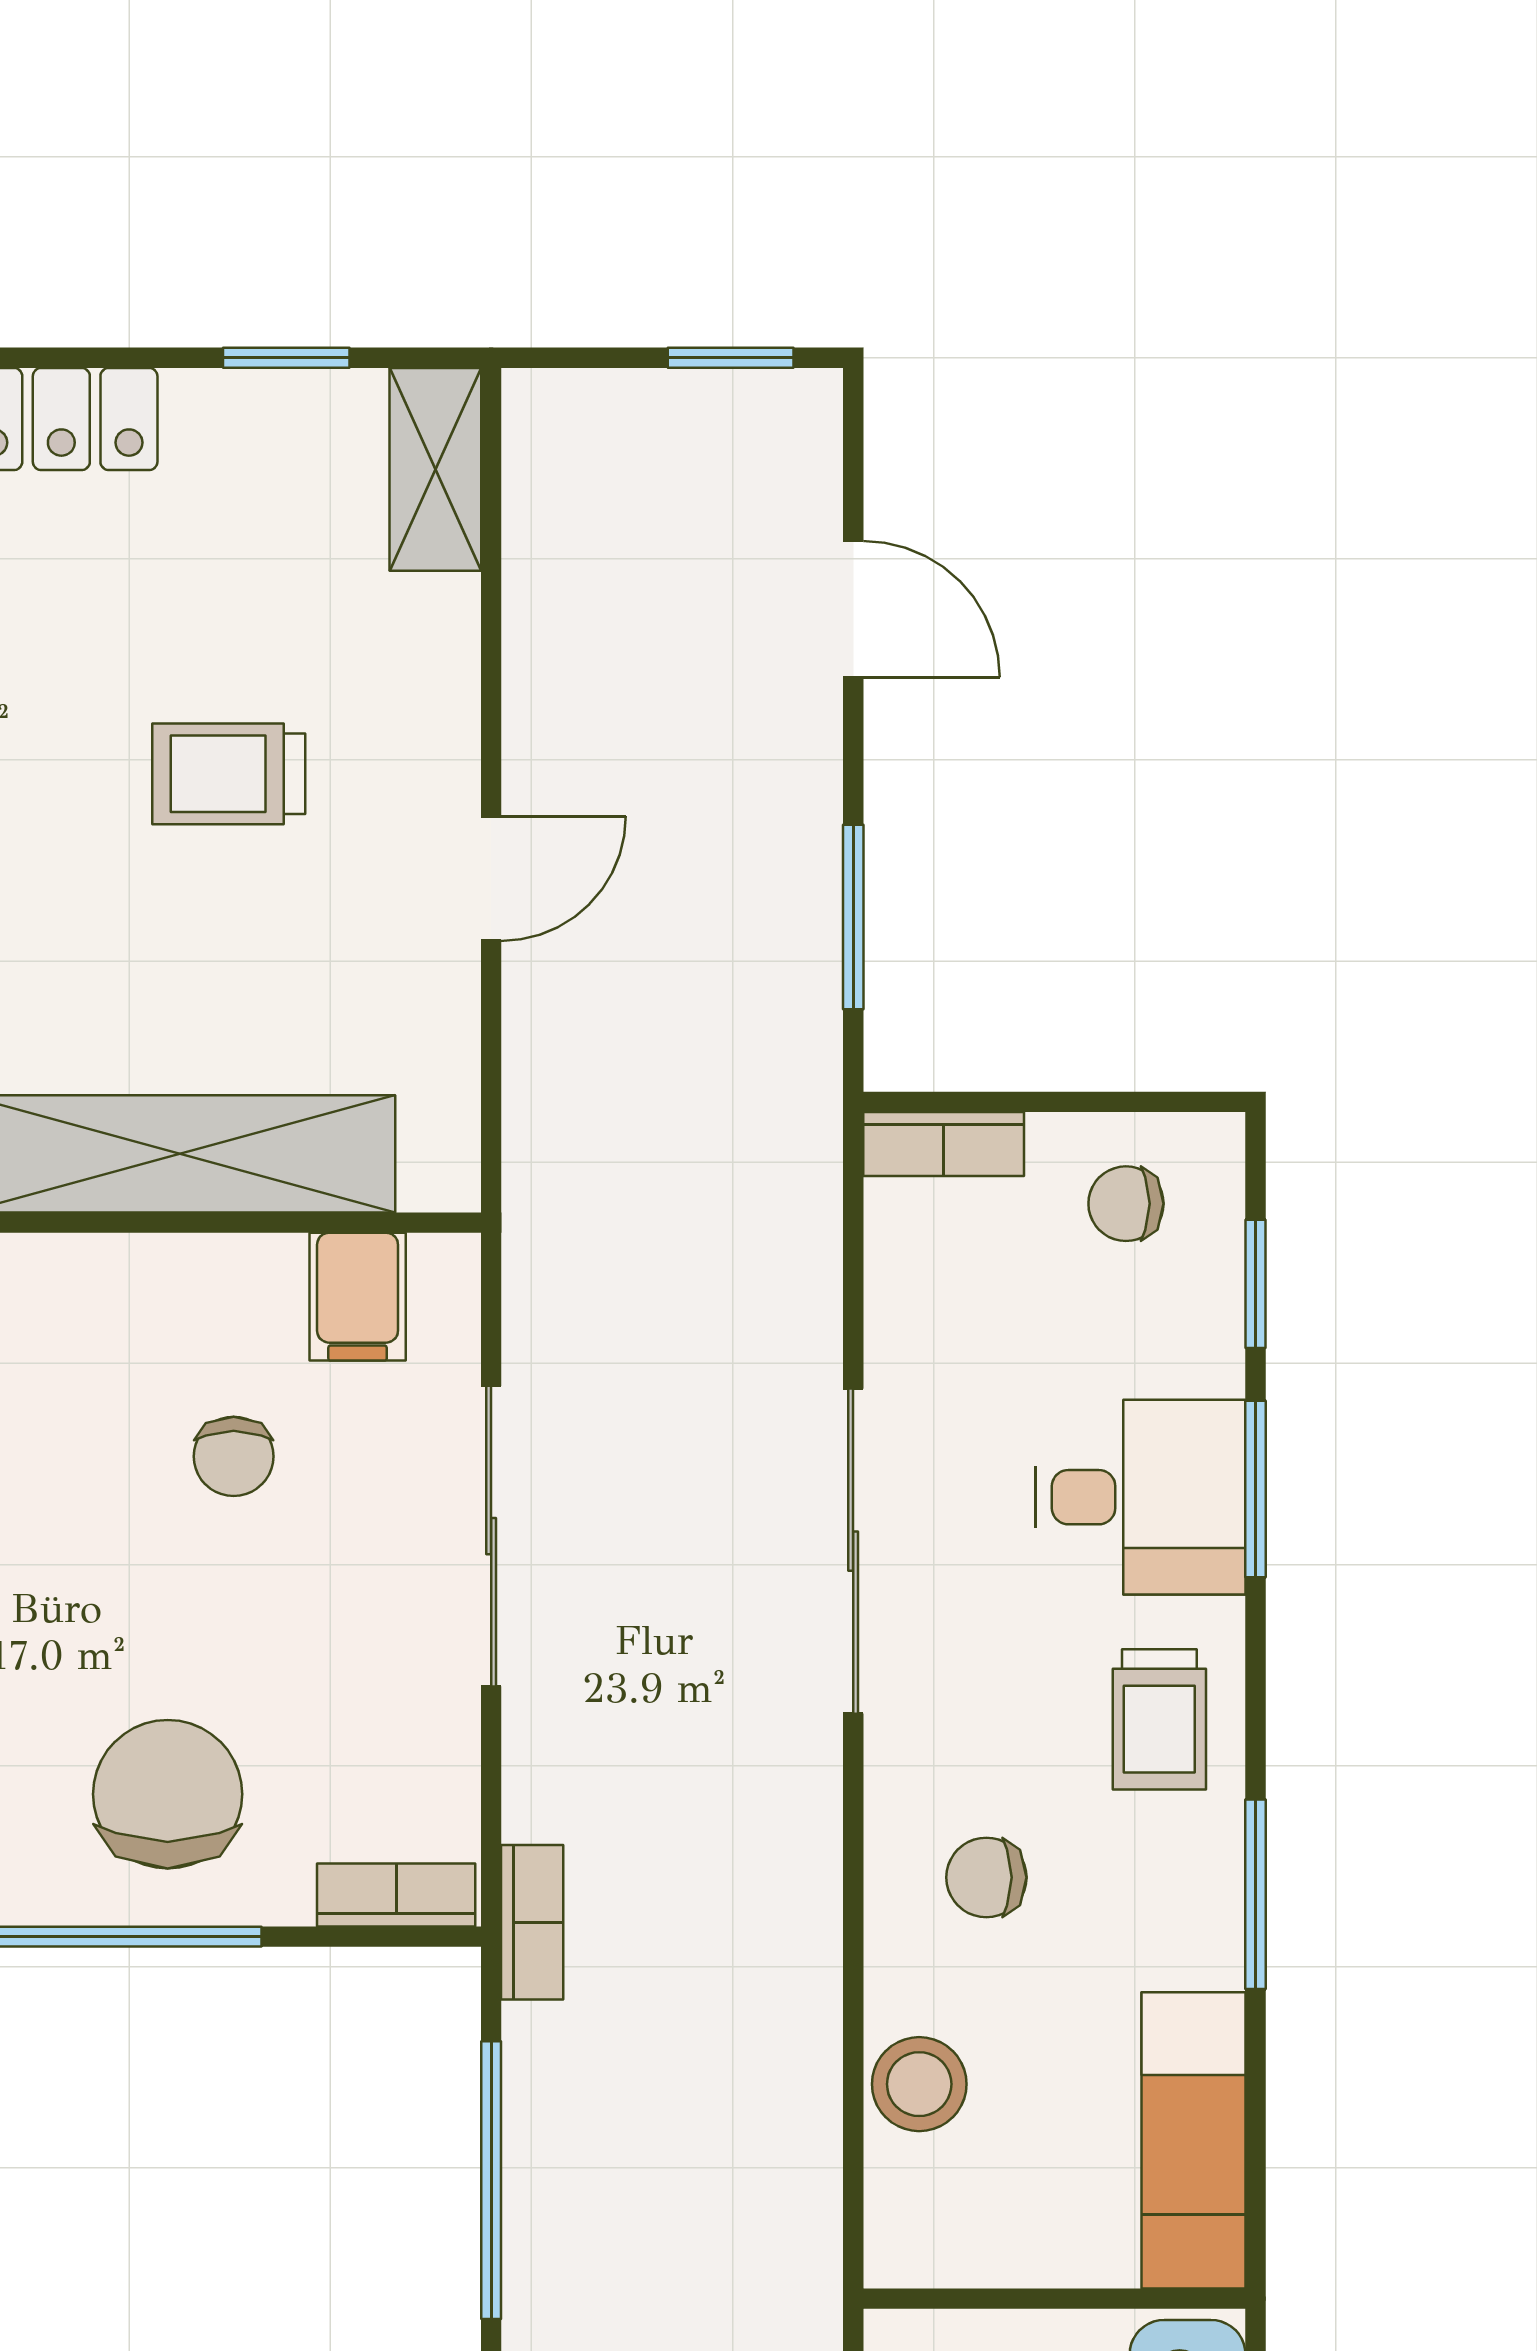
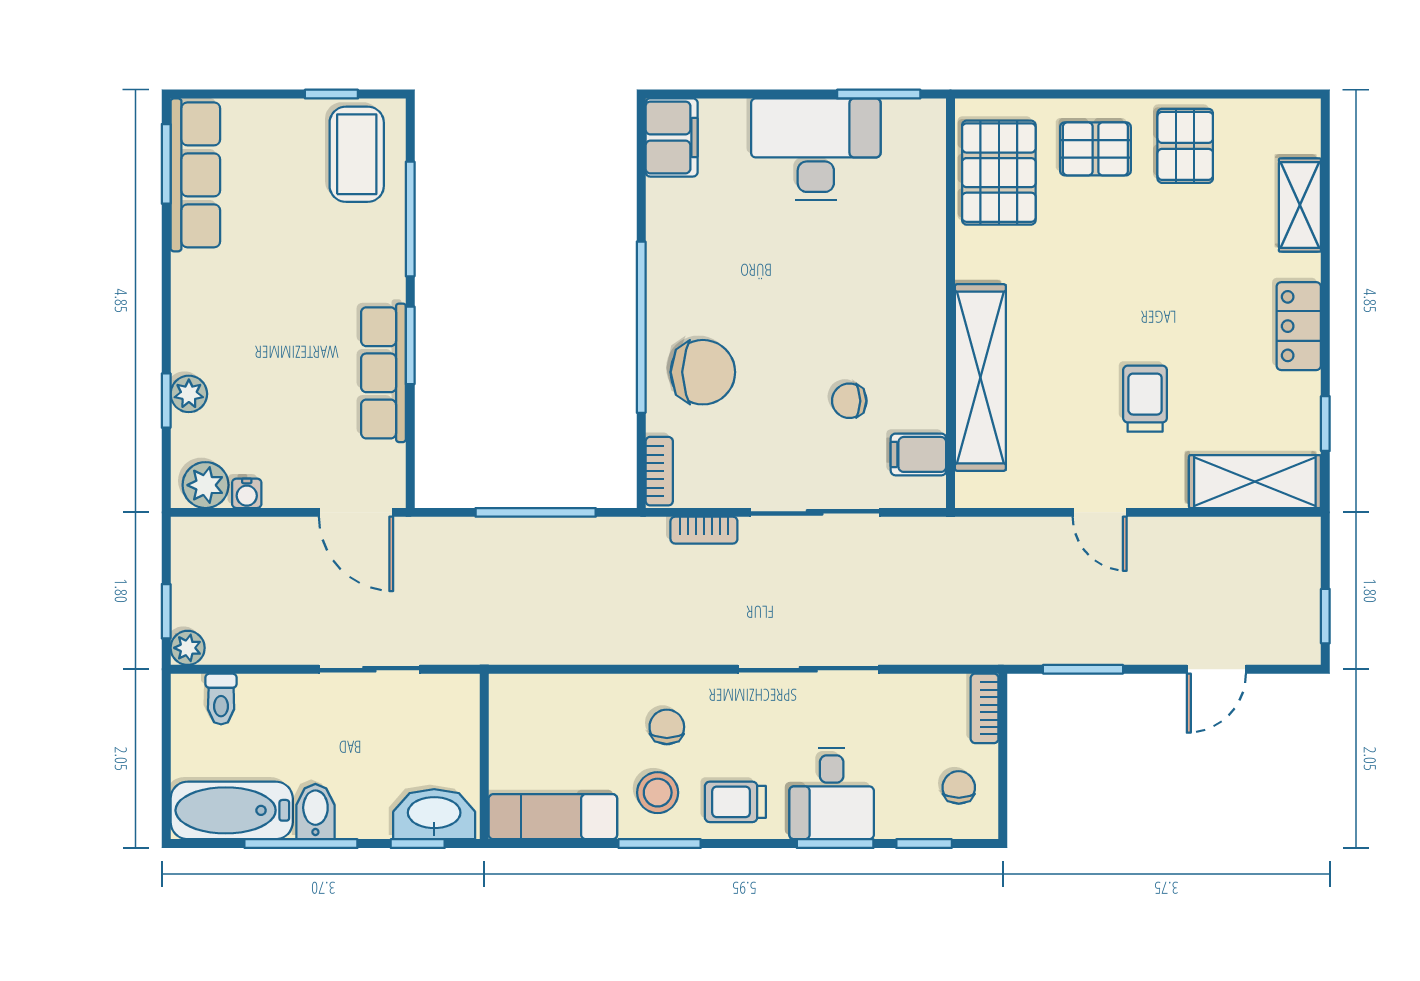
shelving: (435, 469) -> (1255, 482), width x1.50, depth x1.33
bookcase: (532, 1922) -> (704, 530), moved
stool: (919, 2084) -> (658, 793), moved

